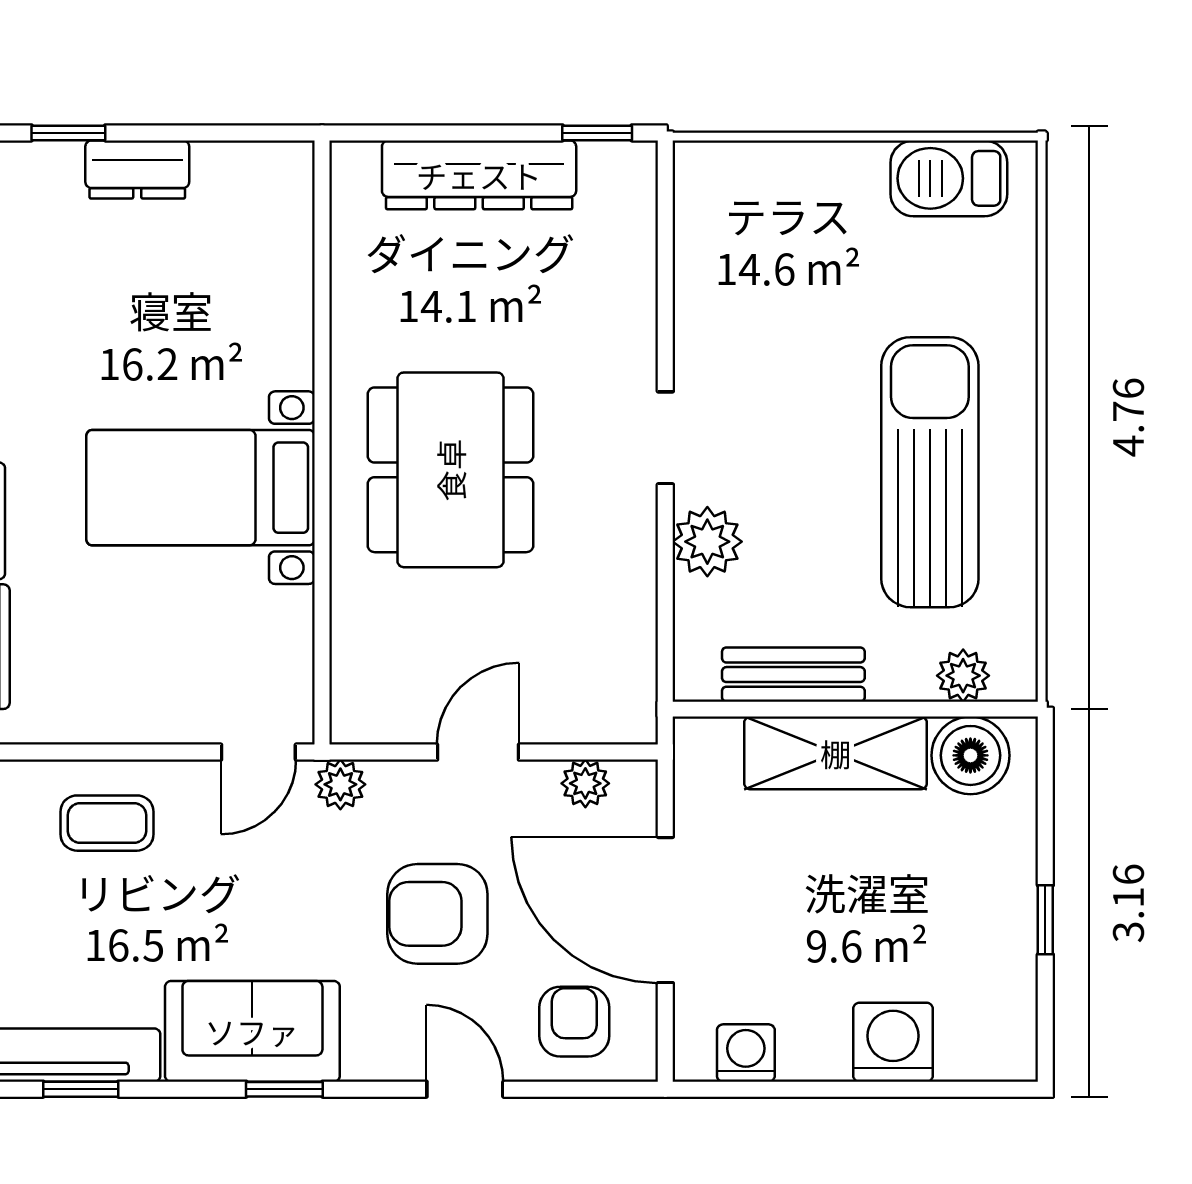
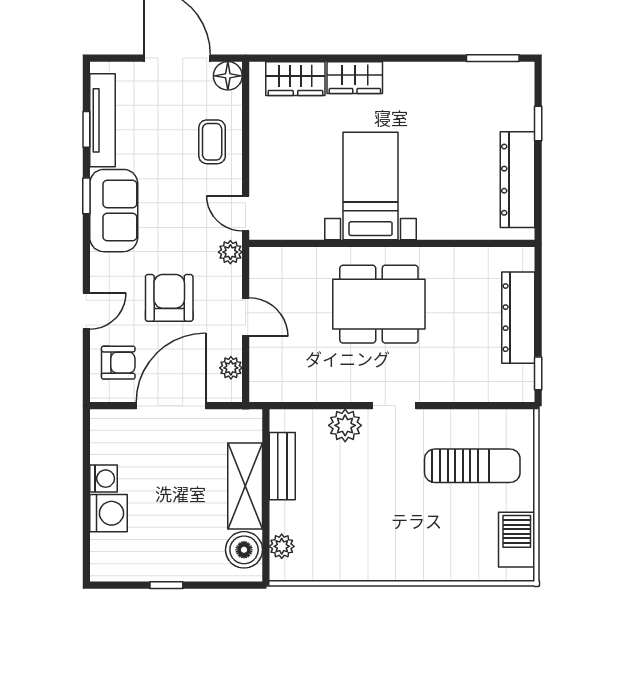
dresser: (137, 169) -> (518, 180), width x1.96, depth x1.24
sun lounger: (930, 472) -> (472, 466), moved, width x0.73, depth x0.75
washing machine: (746, 1053) -> (103, 479), moved
window: (284, 1089) -> (86, 196), moved

